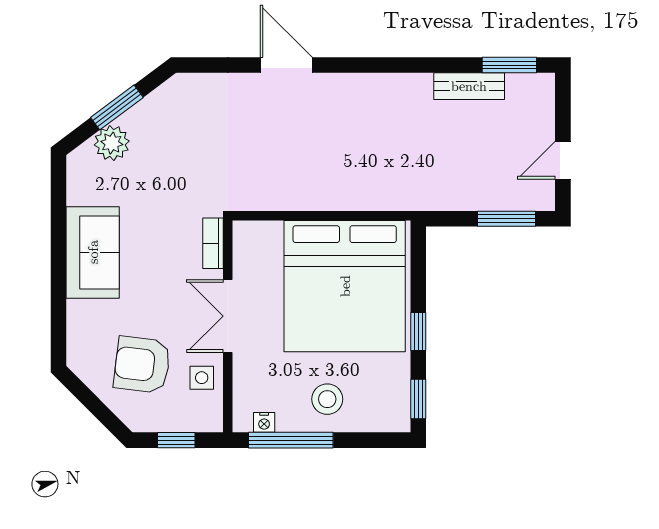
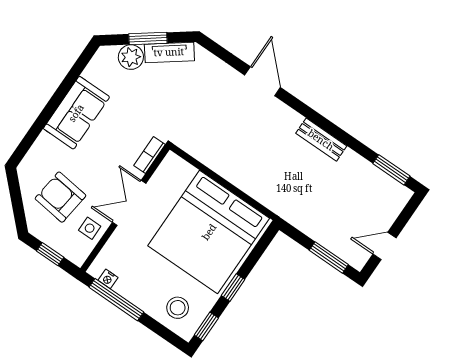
bench: (469, 86) -> (321, 140), moved
tv unit: (153, 106) -> (169, 52), added
stool: (327, 399) -> (178, 308), moved

